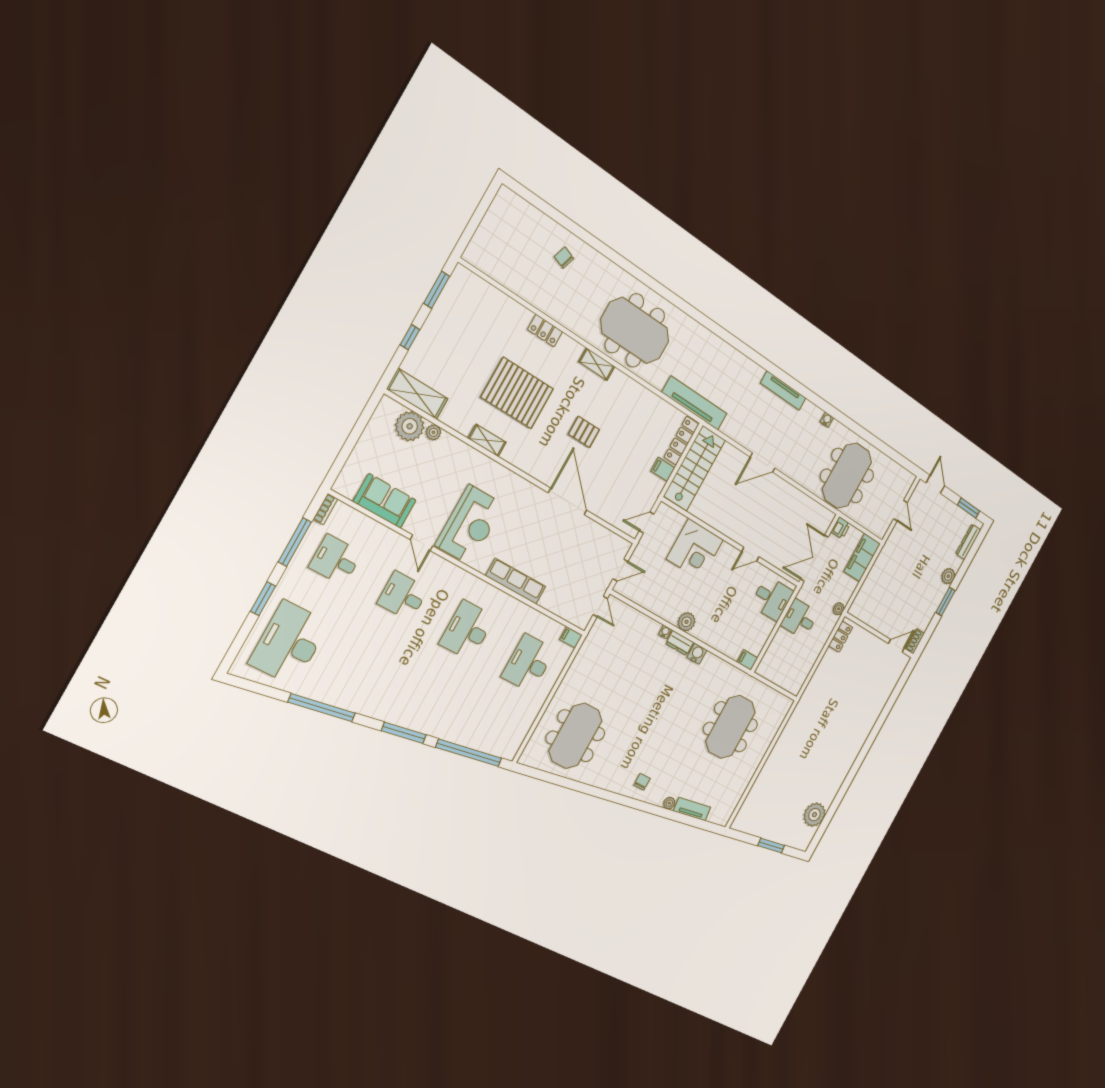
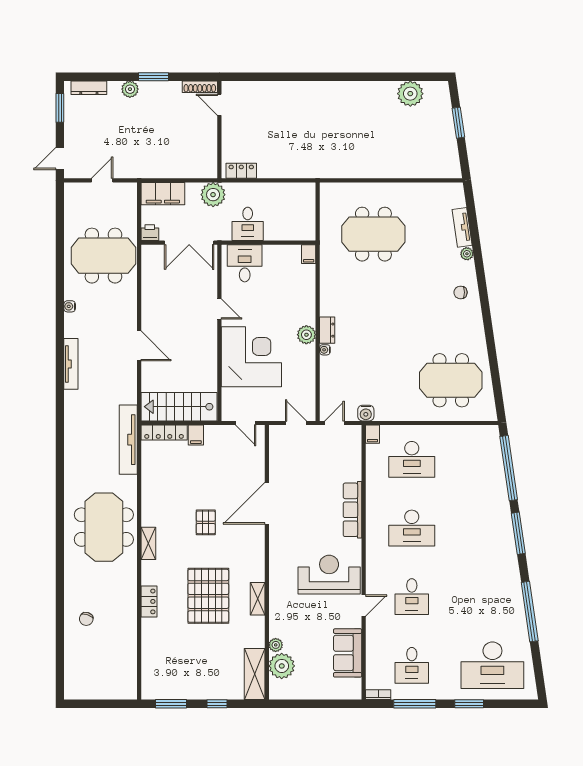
corner desk: (695, 549) -> (251, 357), width x1.36, depth x1.36
plant: (839, 609) -> (213, 195), width x1.88, depth x1.88
shoe rack: (915, 641) -> (200, 87), width x1.43
water cooler: (697, 654) -> (366, 413), moved, turned -90

